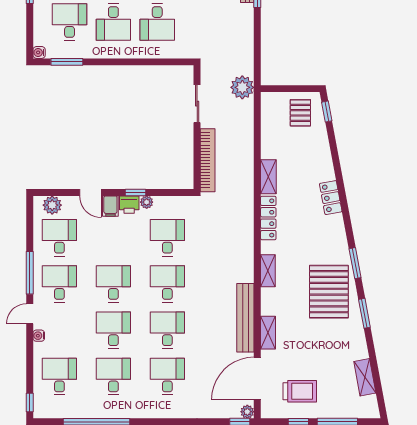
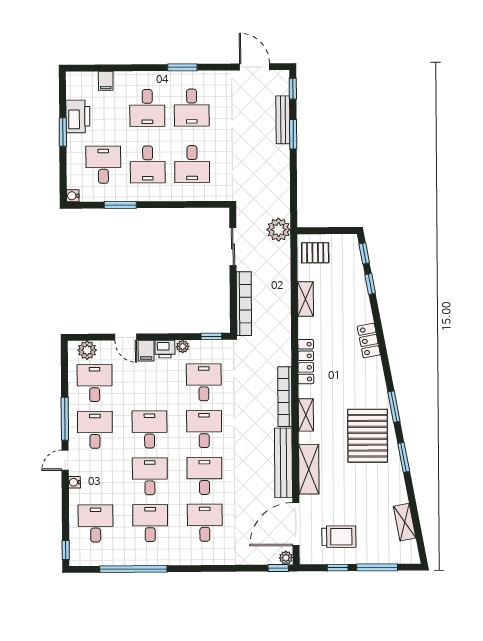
window: (67, 62) -> (120, 205), moved
pallet: (300, 113) -> (315, 253), moved, turned 90
window: (332, 142) -> (370, 284), added
shelving: (268, 177) -> (305, 299), moved
window: (135, 192) -> (211, 336), moved
bookcase: (247, 252) -> (285, 397), added
shelving: (268, 333) -> (309, 469), width x1.50, depth x1.33

